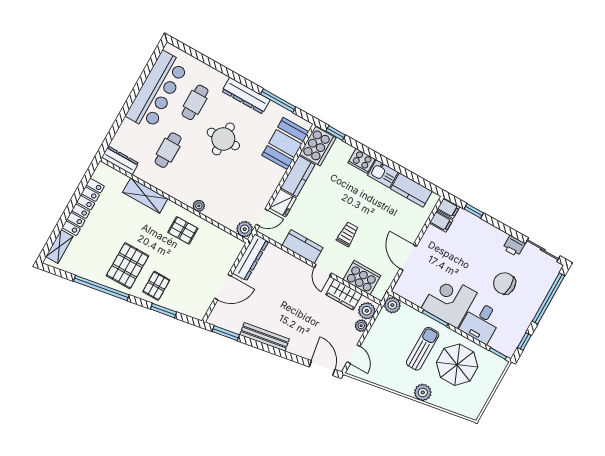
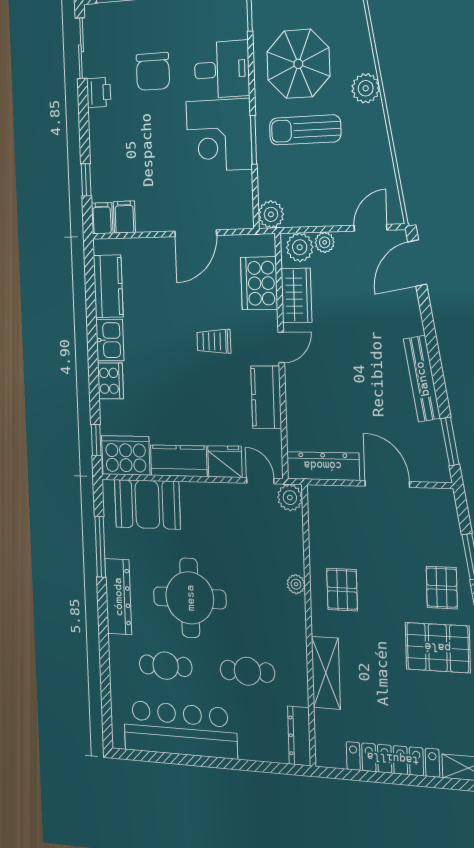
round table: (223, 139) -> (190, 598), width x1.36, depth x1.36
pallet: (156, 286) -> (442, 588), turned 90

